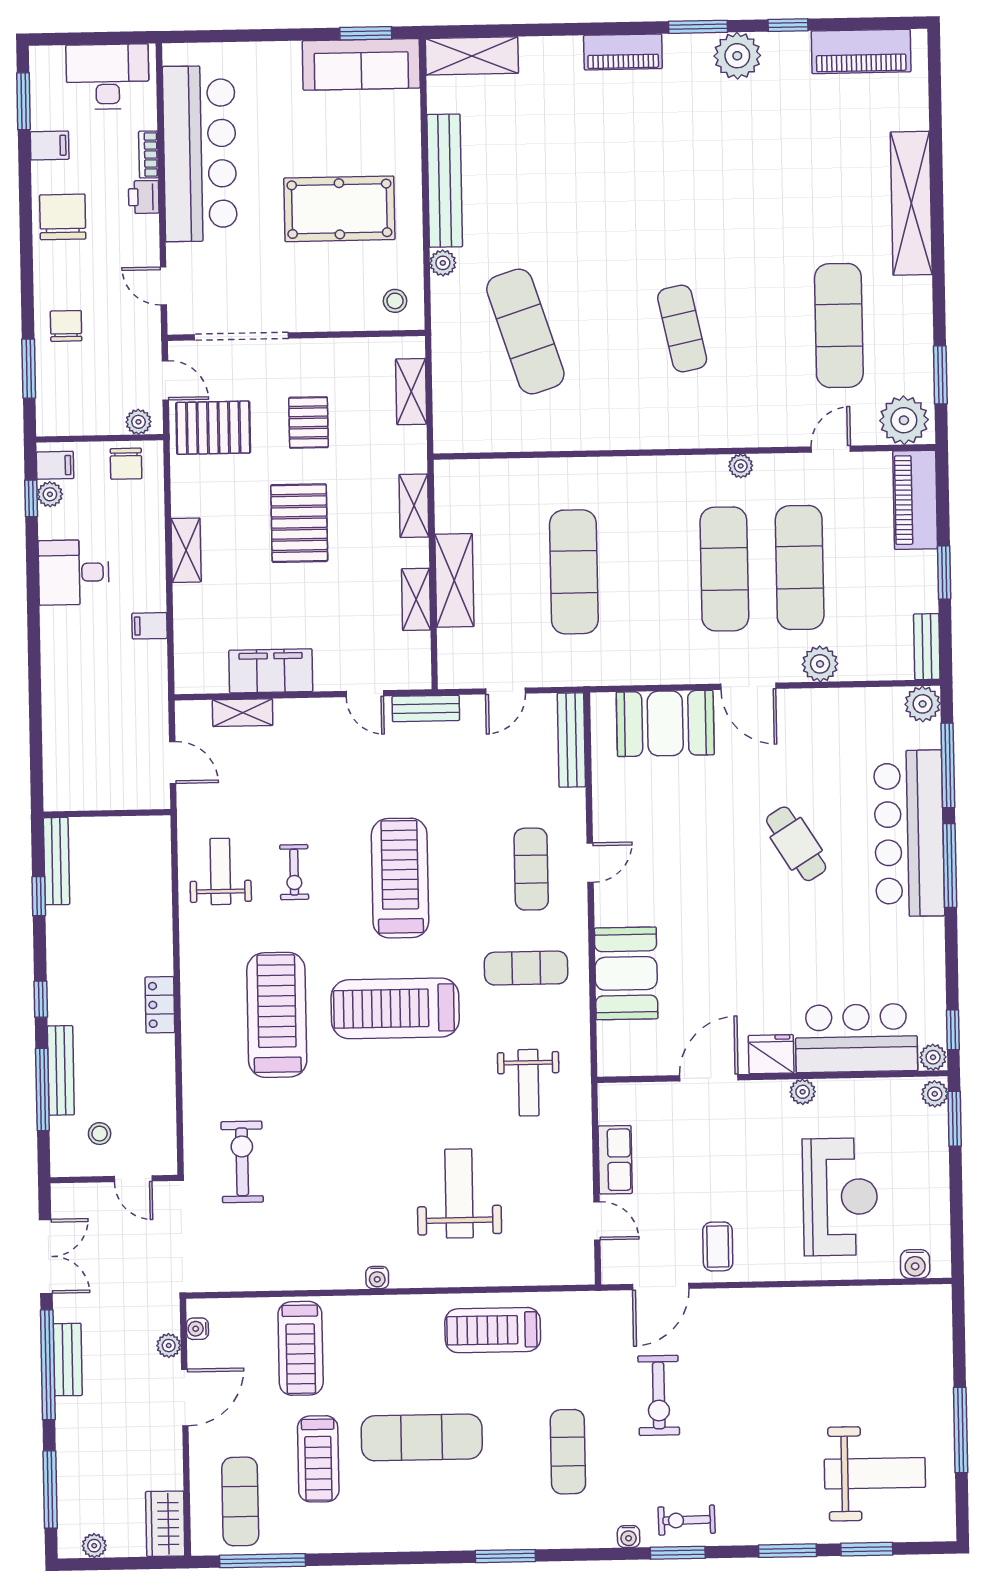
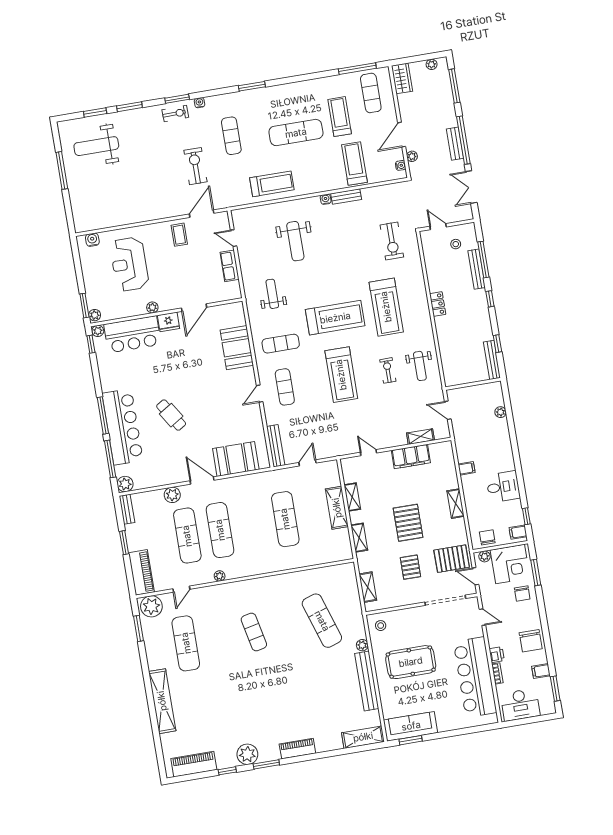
corner desk: (84, 396) -> (510, 564), added
plant: (50, 494) -> (501, 412), moved
bench: (426, 708) -> (346, 197), moved

